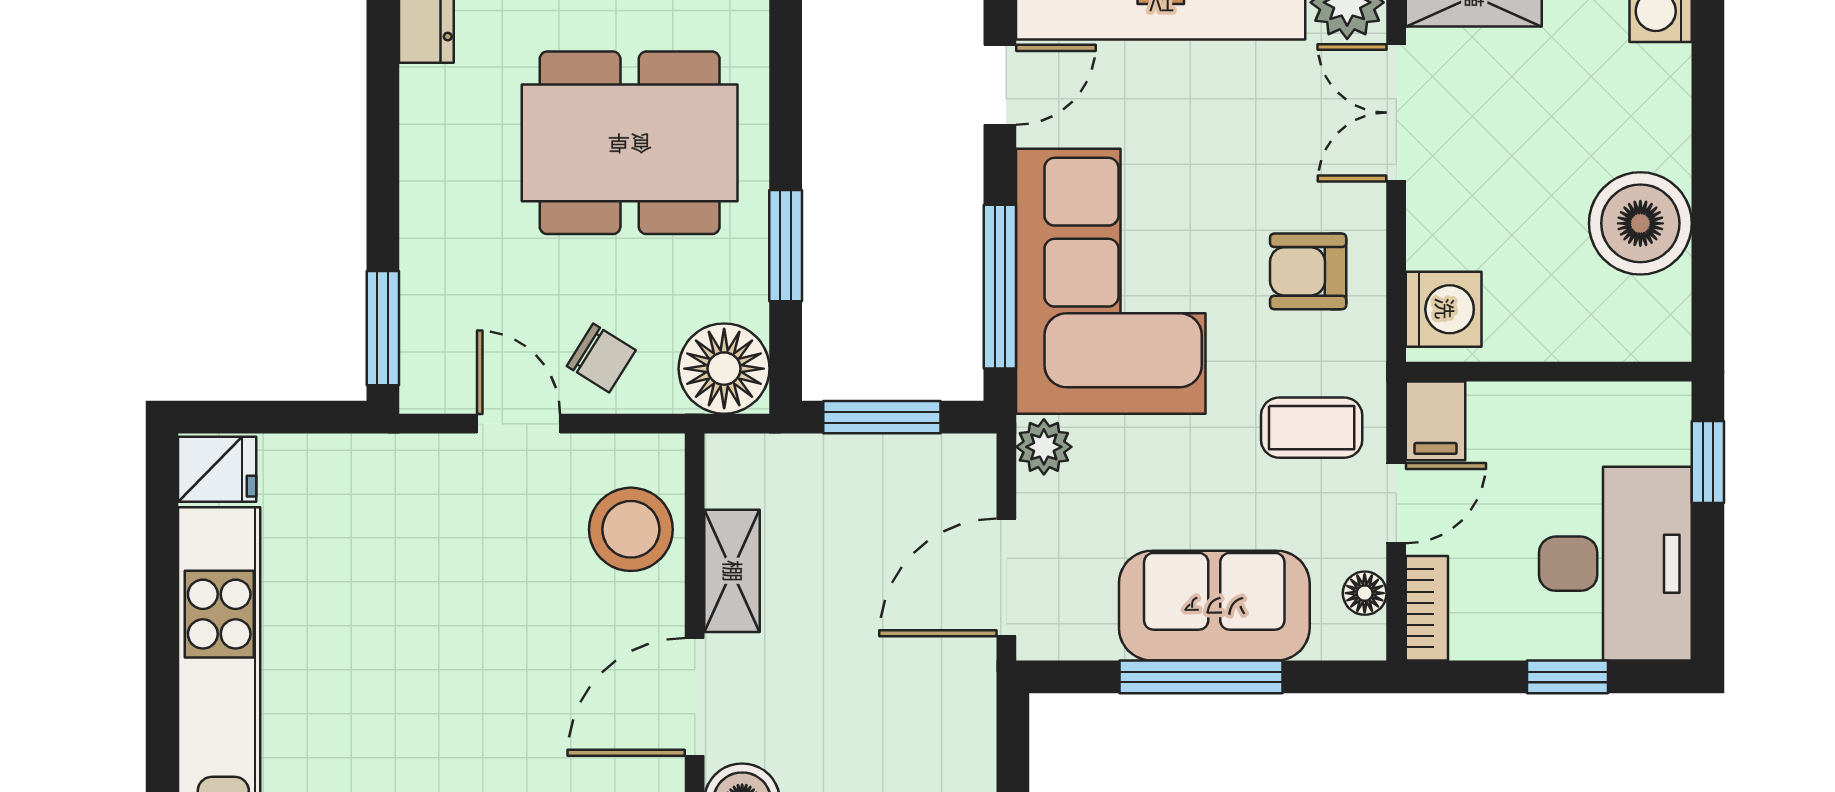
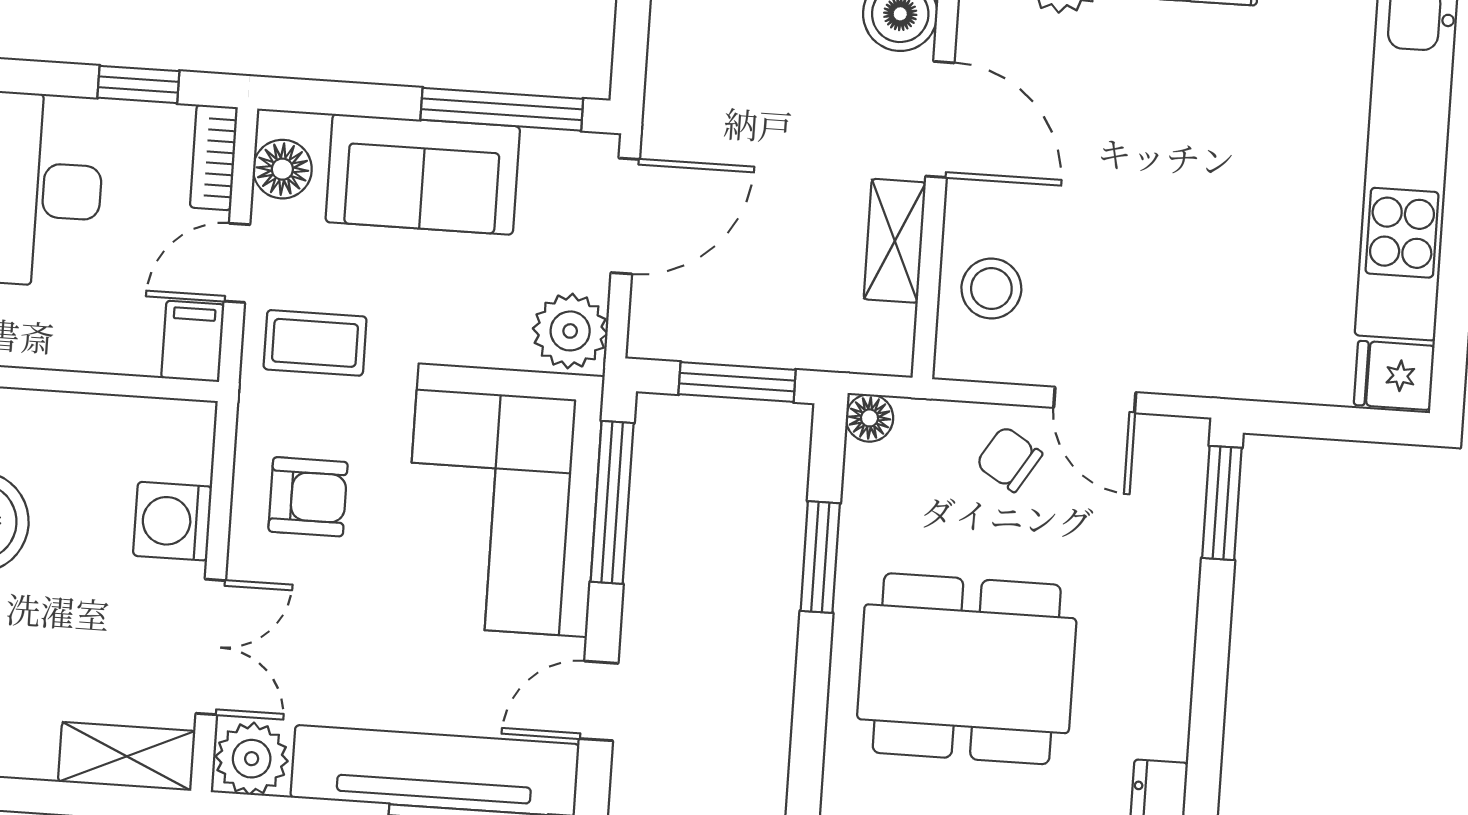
washing machine: (1444, 309) -> (172, 521), moved
floor lamp: (724, 369) -> (869, 418), width x0.53, depth x0.53
plant: (1044, 447) -> (570, 331), width x1.38, depth x1.38
stool: (631, 529) -> (991, 289), width x0.73, depth x0.73
floor lamp: (1365, 593) -> (282, 169), width x1.37, depth x1.37
window: (1201, 677) -> (502, 109), moved
window: (1568, 677) -> (138, 84), moved
door: (695, 697) -> (940, 119), hinge flipped

